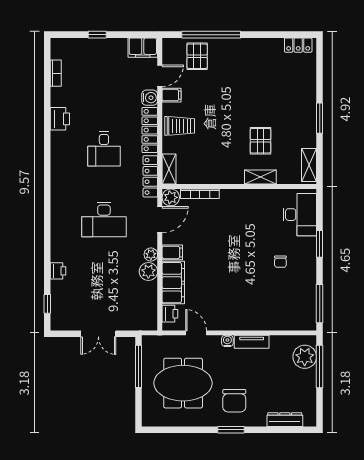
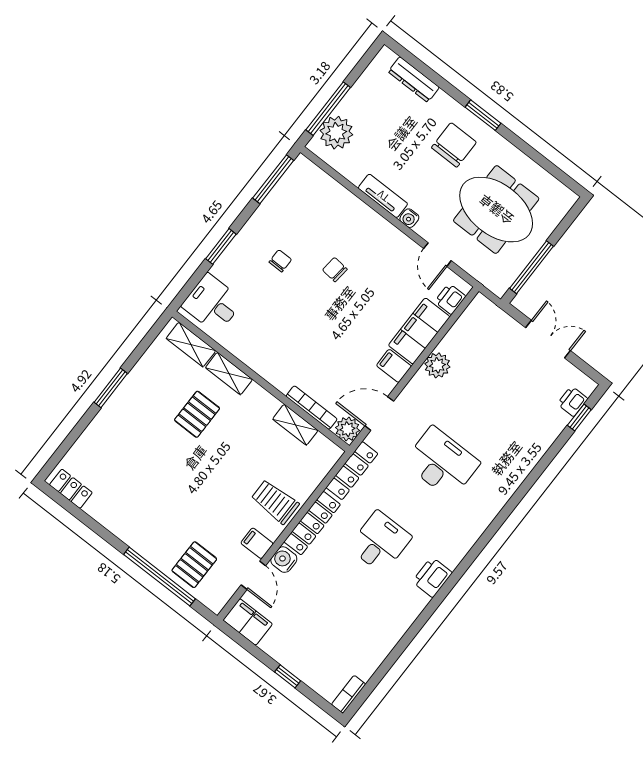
bookcase: (56, 73) -> (349, 694), moved
door: (160, 76) -> (253, 575), swing flipped
printer: (60, 119) -> (432, 577), moved
shelving: (309, 165) -> (191, 345), moved, turned 90
shelving: (169, 169) -> (295, 425), moved, turned 90
desk: (300, 215) -> (212, 303), width x0.73
plant: (151, 255) -> (420, 382), removed
printer: (58, 271) -> (573, 401), moved
chair: (247, 280) -> (335, 270), added

